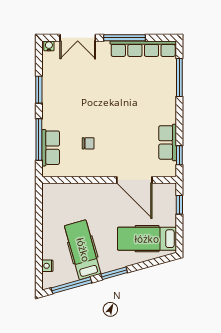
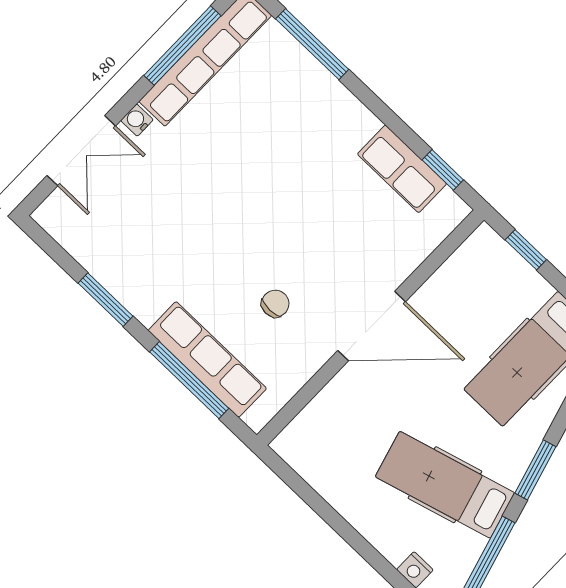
window: (124, 38) -> (182, 46), moved
water cooler: (49, 46) -> (137, 120), moved
row of seats: (51, 148) -> (207, 359), width x1.48
door: (134, 180) -> (372, 326), moved

